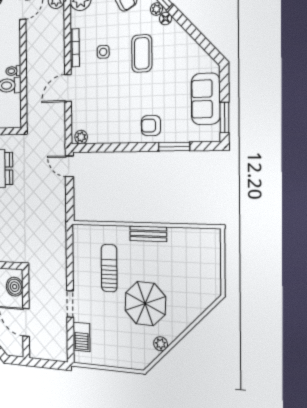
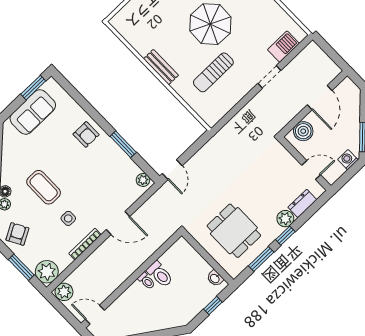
coffee table: (142, 53) -> (44, 187), turned 90
window: (174, 147) -> (123, 144), moved

